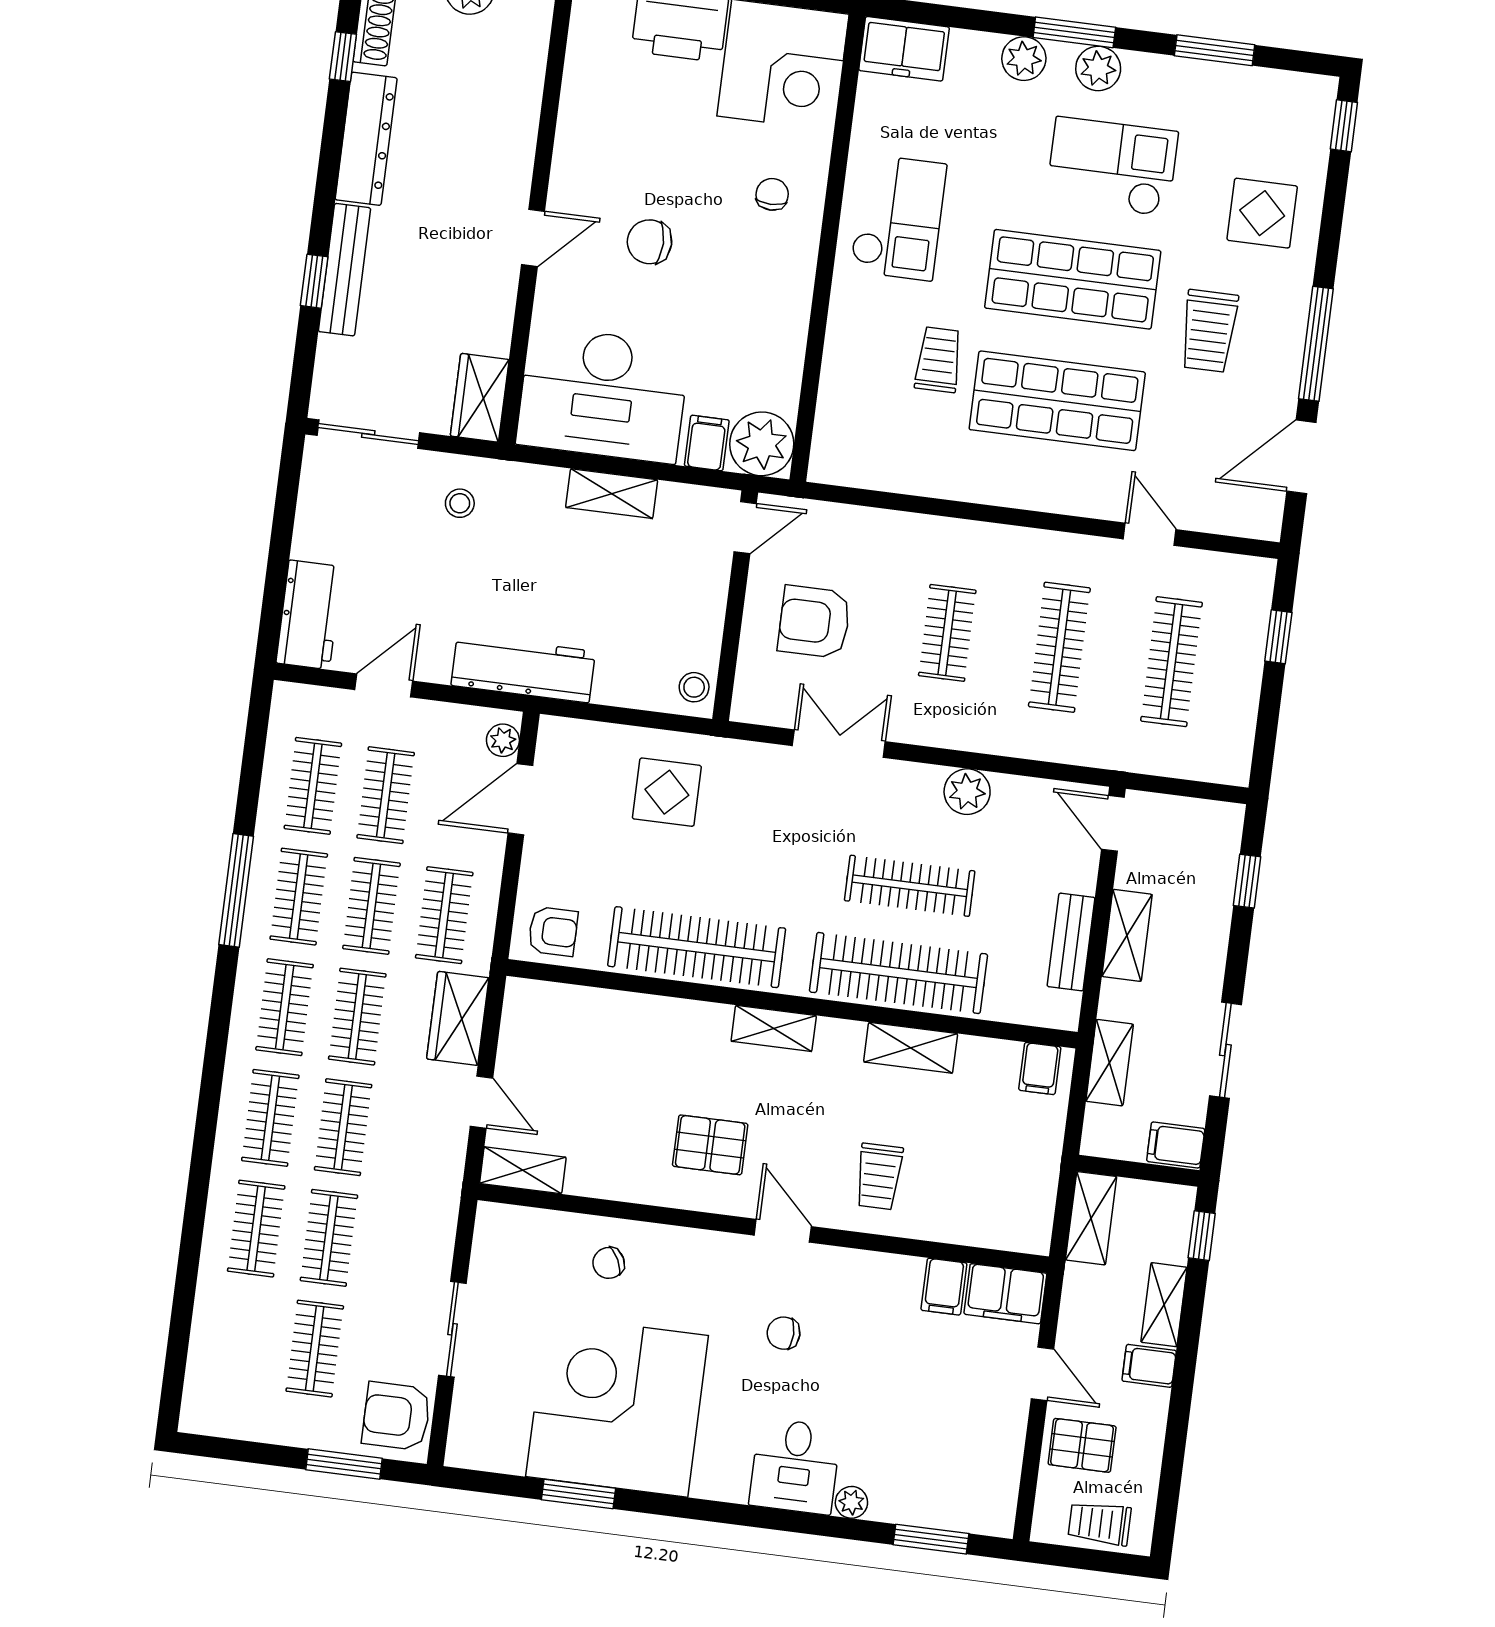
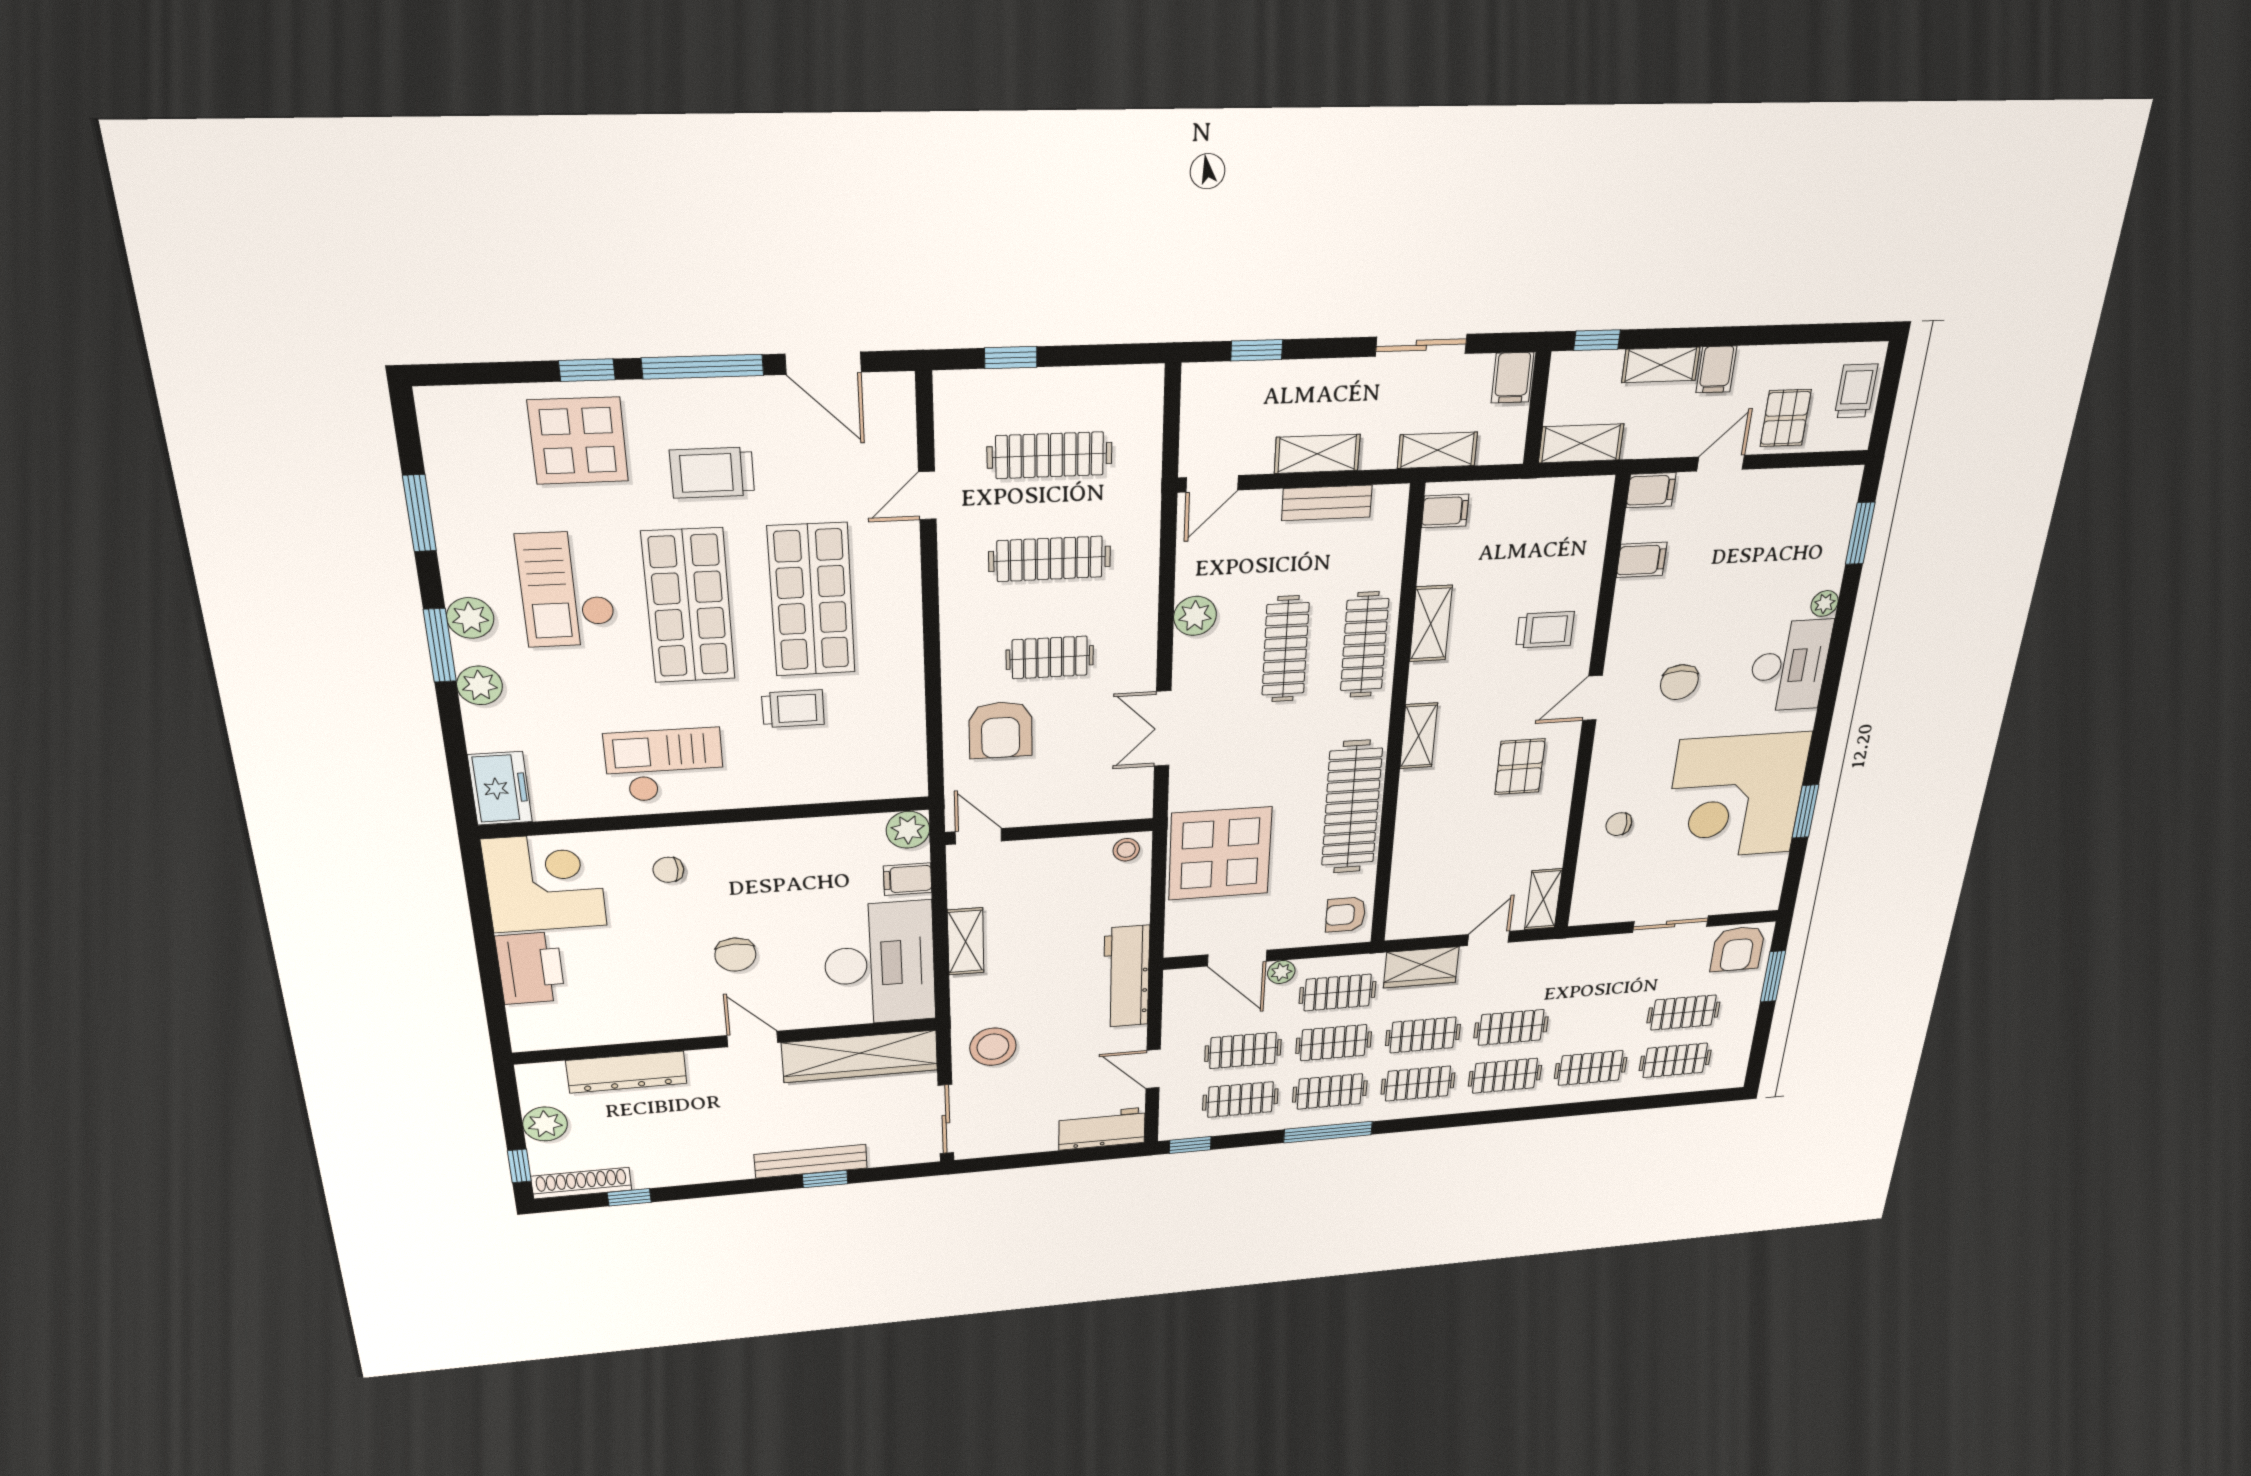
window: (1344, 126) -> (587, 370), moved
dresser: (366, 139) -> (627, 1072), moved, turned 180
display table: (1262, 213) -> (578, 441), width x1.36, depth x1.36
trolley: (1209, 331) -> (712, 473), turned 180
trolley: (938, 360) -> (793, 709), turned 180
wardrobe: (480, 398) -> (860, 1056), width x2.10, depth x1.17
plant: (762, 444) -> (908, 830), width x0.73, depth x0.73
stool: (460, 503) -> (993, 1047), width x1.89, depth x1.89
armchair: (814, 622) -> (1001, 730), moved
window: (258, 718) -> (1190, 1145), added
plant: (503, 740) -> (1281, 972), moved
display table: (667, 792) -> (1220, 854), width x1.86, depth x1.86
armchair: (553, 931) -> (1346, 915), turned -90
clothes rail: (898, 973) -> (1365, 645), width x0.73, depth x0.76
clothes rail: (329, 1238) -> (1675, 1060), moved
chair: (609, 1263) -> (1619, 824), turned 117
filing cabinet: (1005, 1294) -> (1651, 490), width x0.50
chair: (784, 1333) -> (1679, 682), width x1.37, depth x1.37
desk: (795, 1466) -> (1789, 666), width x1.37
trolley: (1100, 1523) -> (1856, 391), turned 180

